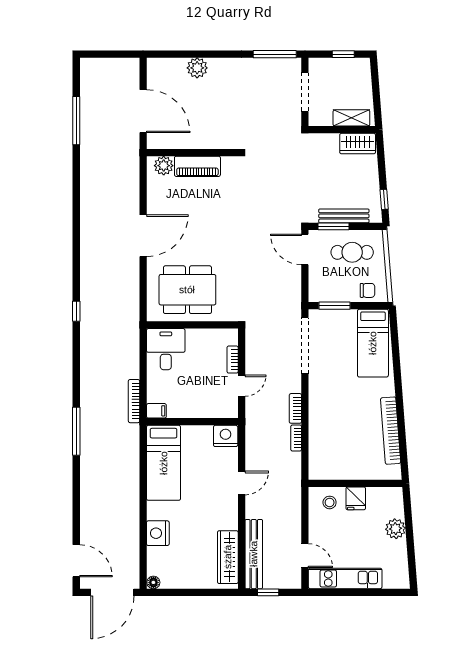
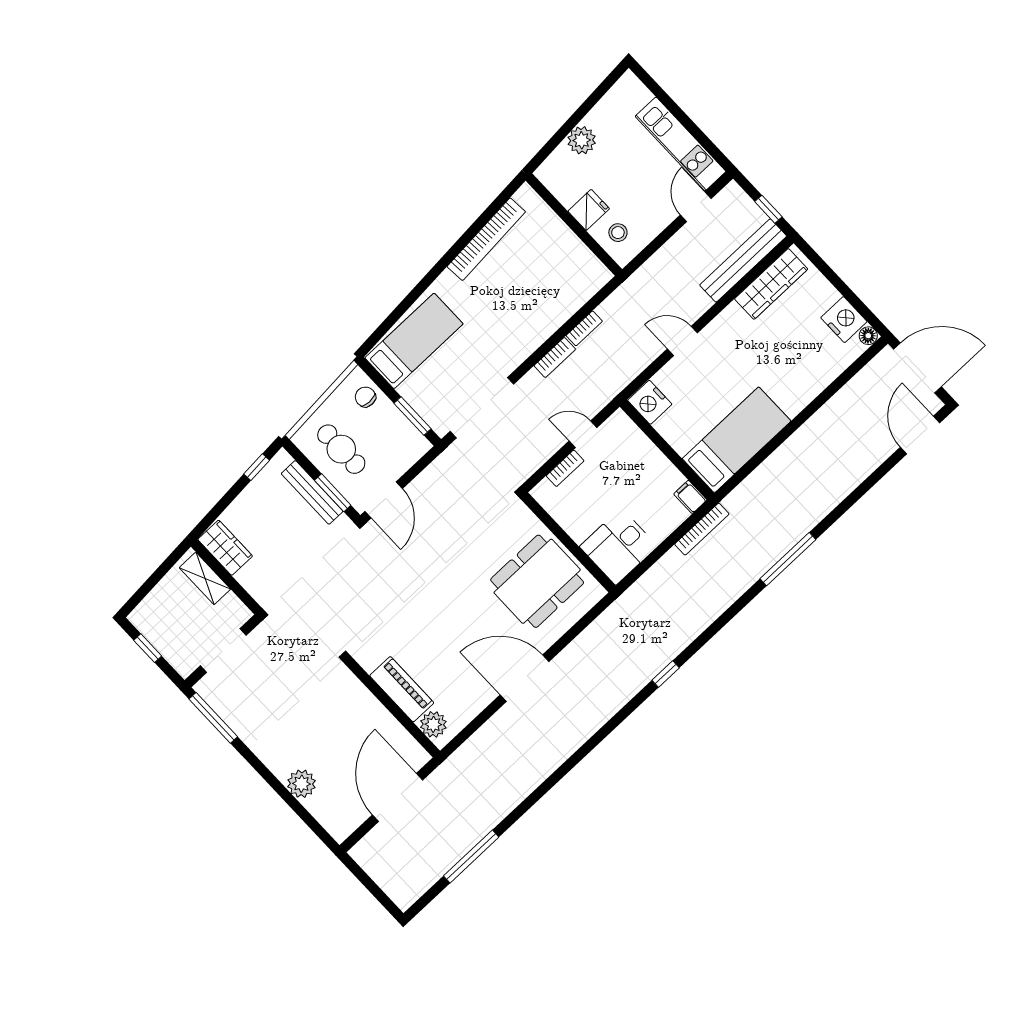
dining table: (187, 290) -> (537, 581), turned 90
nightstand: (158, 533) -> (844, 320), moved, turned -90

